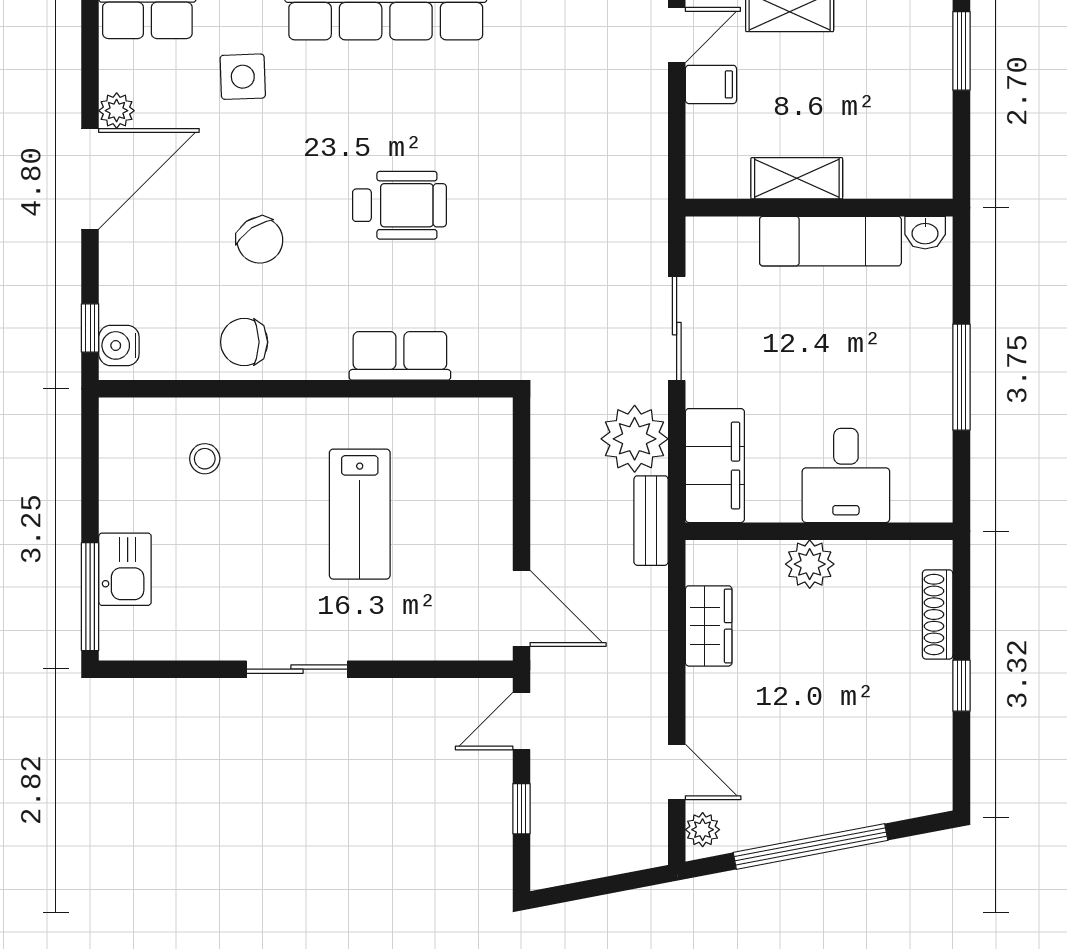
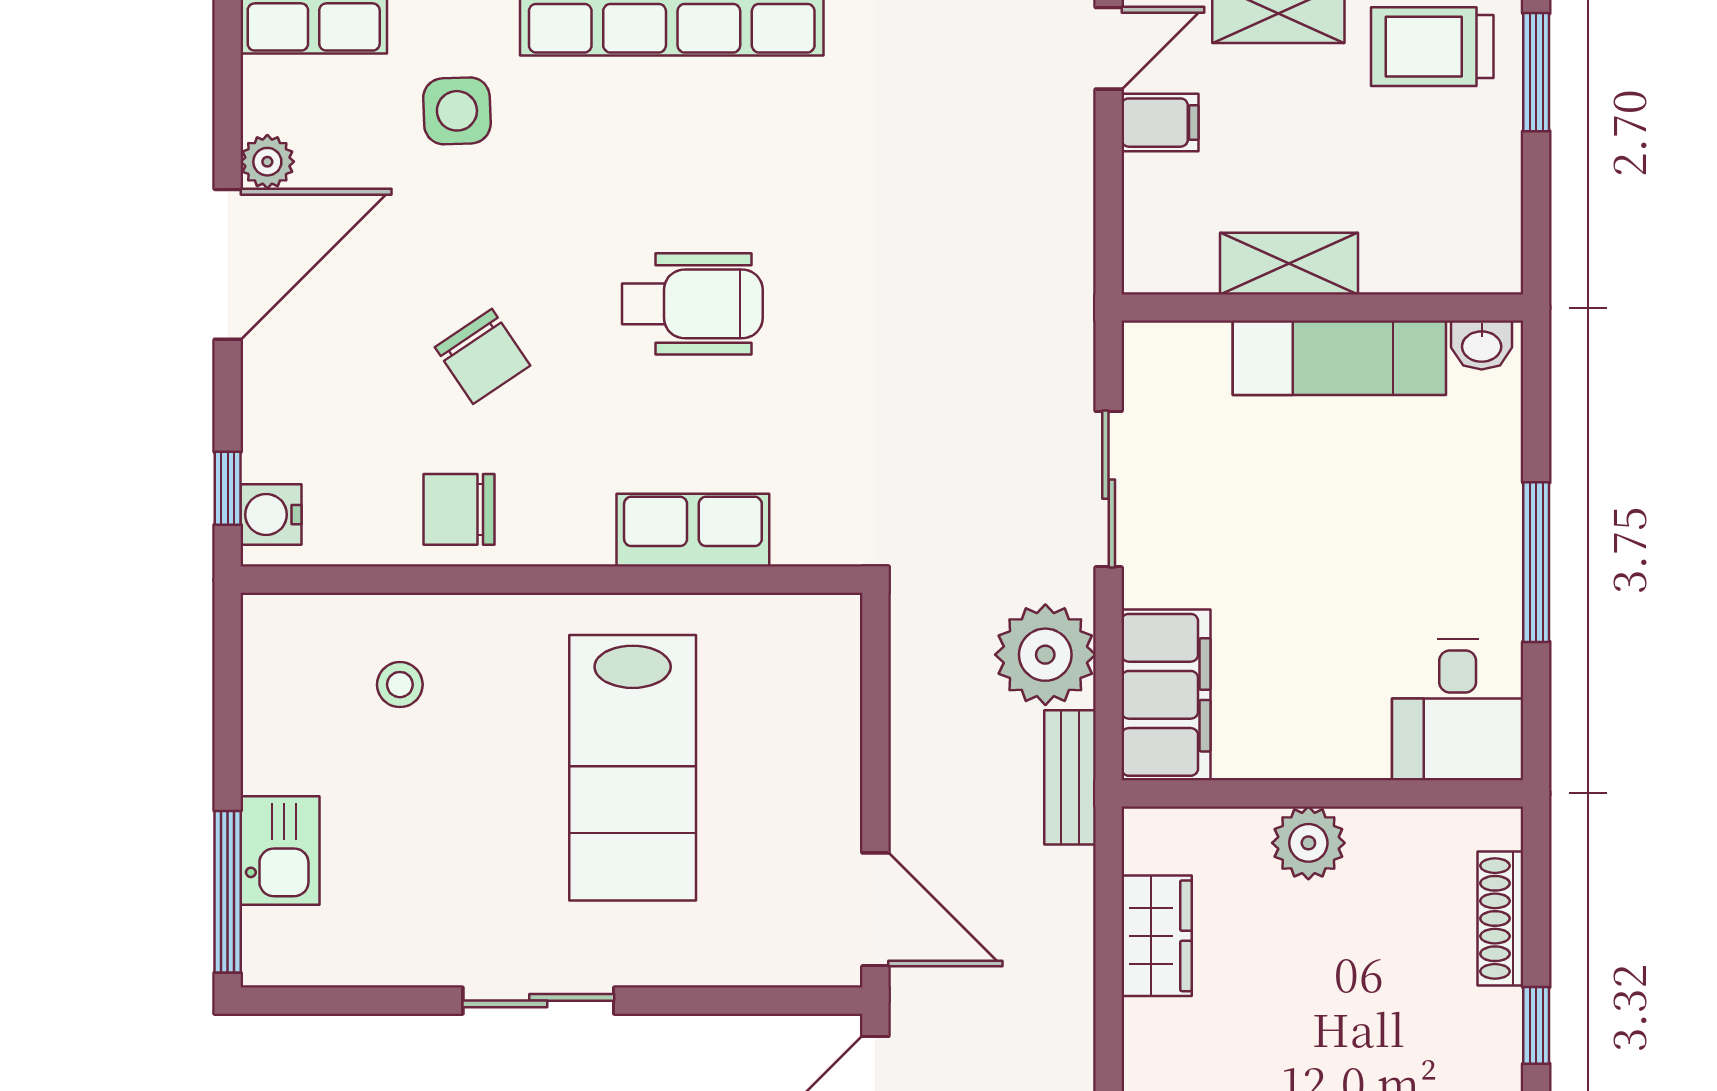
trolley: (892, 34) -> (1432, 47), added
desk: (846, 475) -> (1458, 710), moved
lab bench: (360, 514) -> (633, 768), width x1.36, depth x1.39

